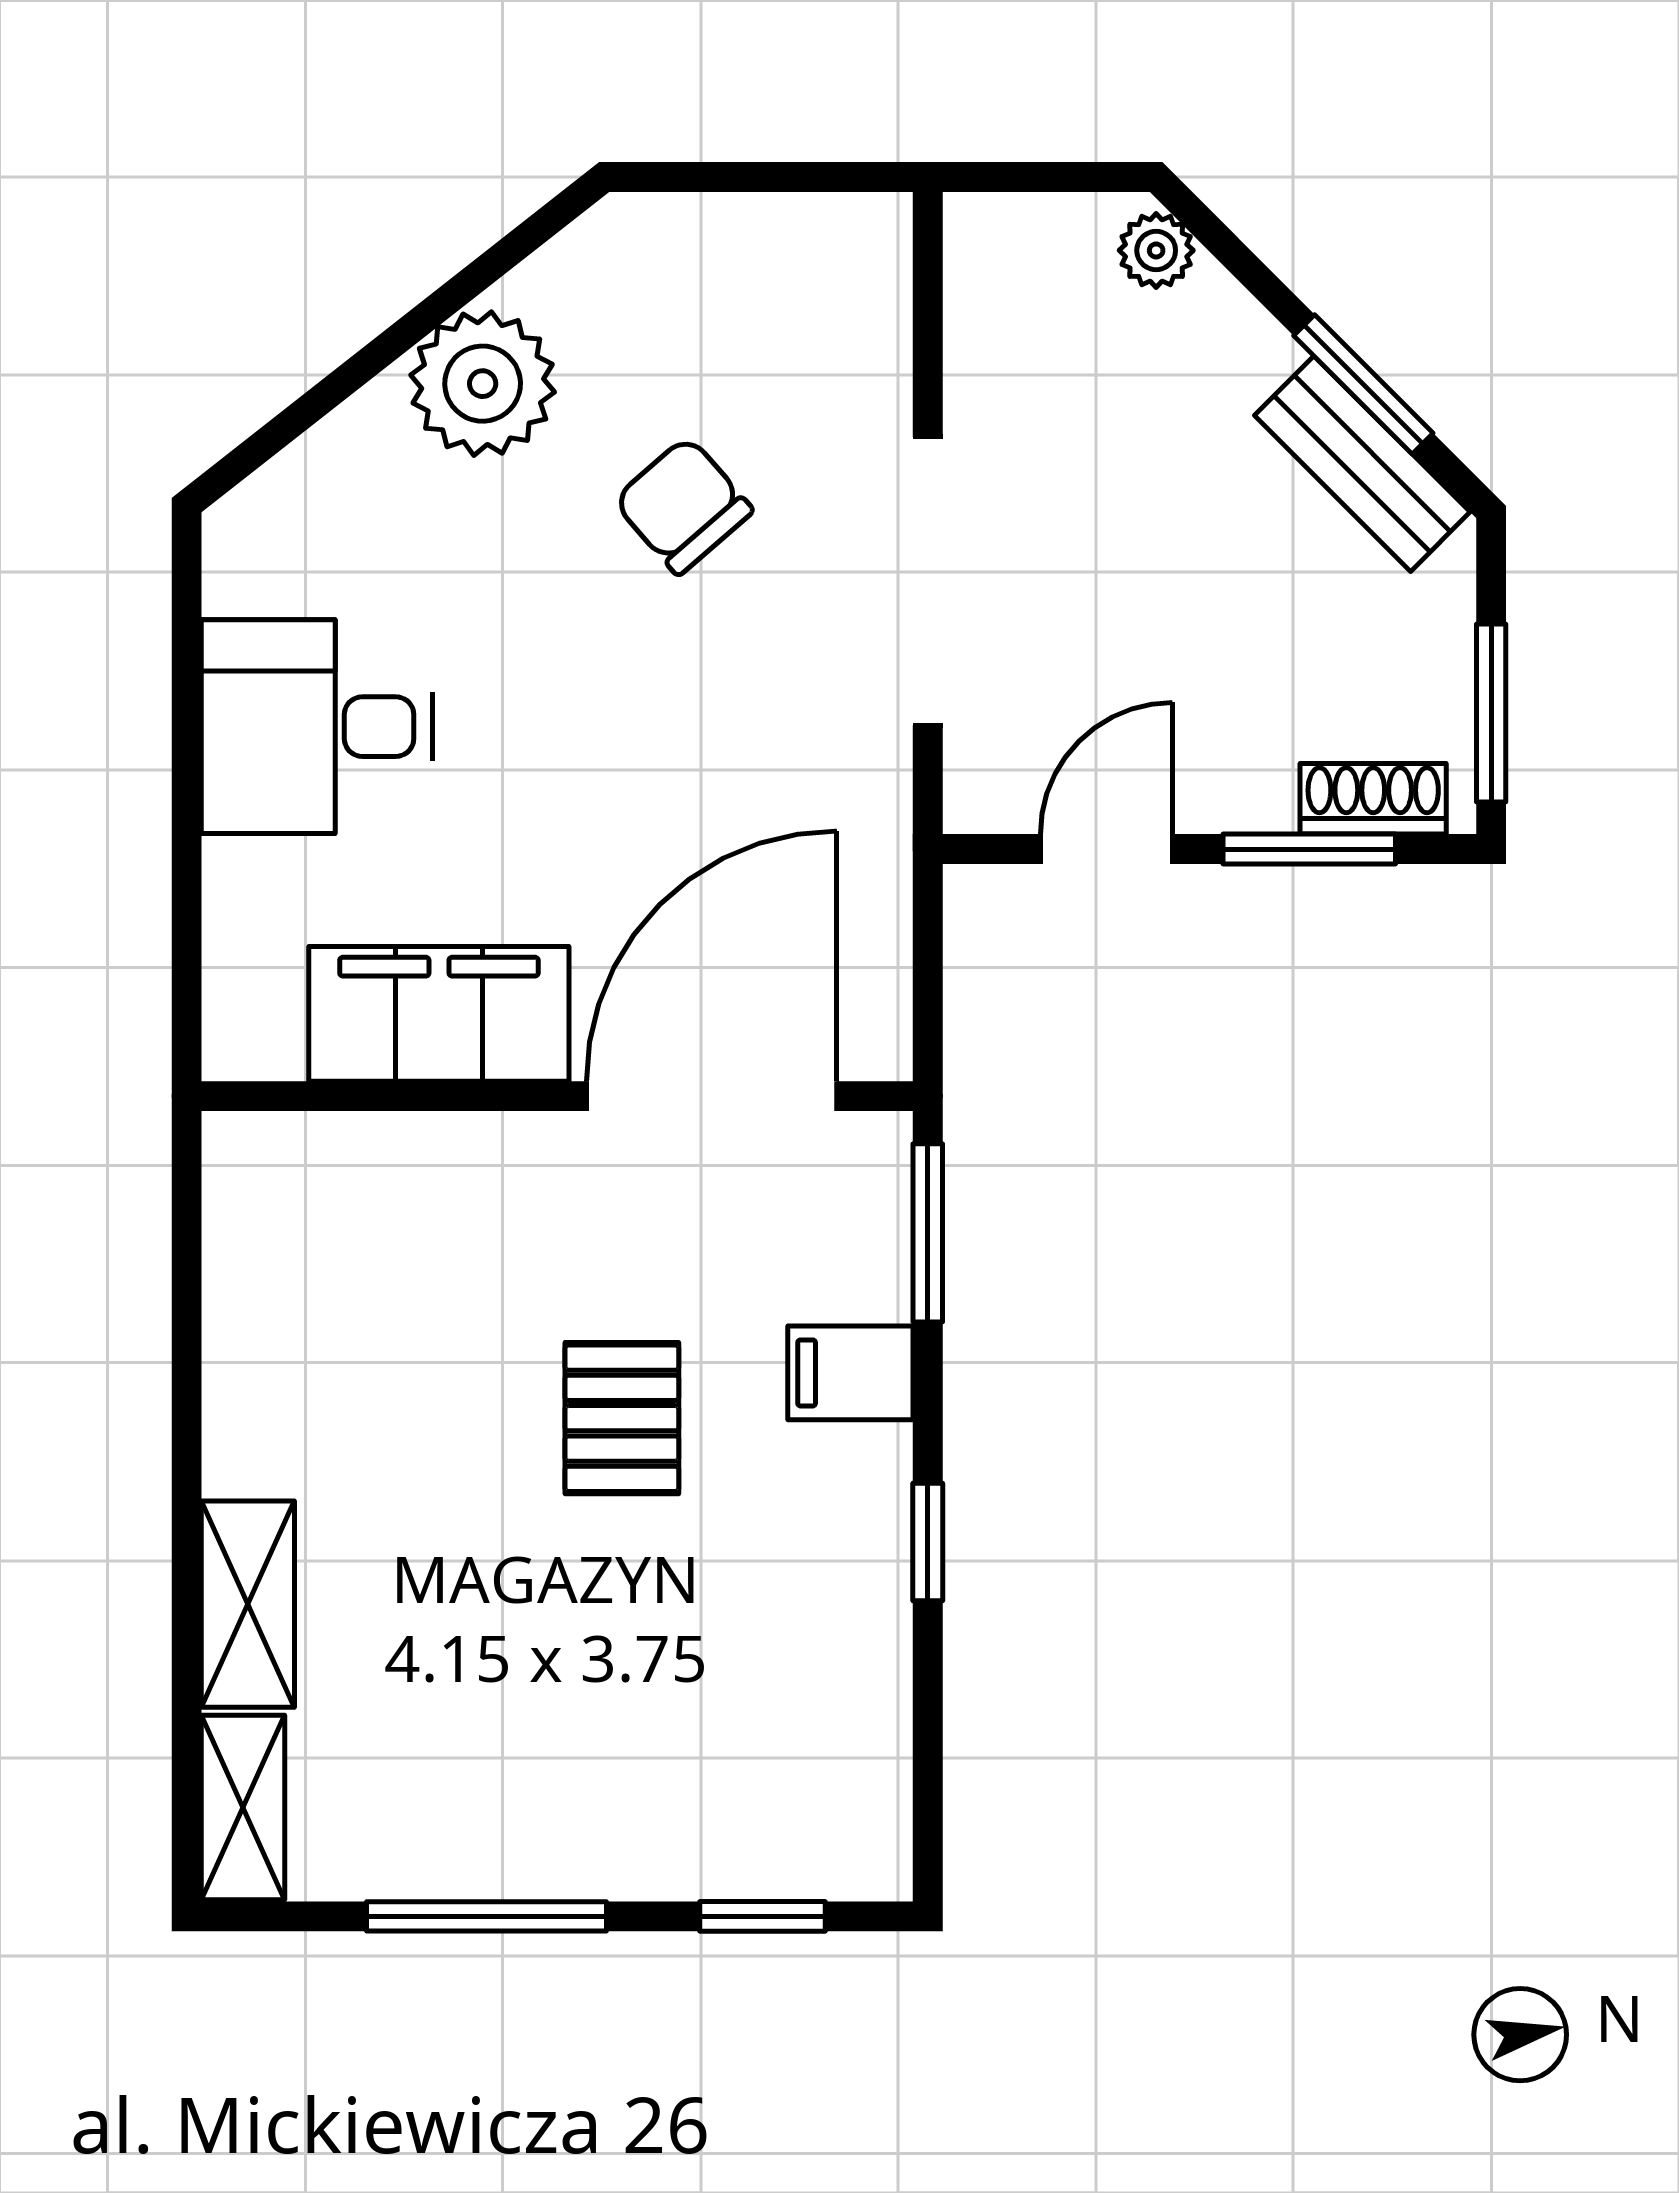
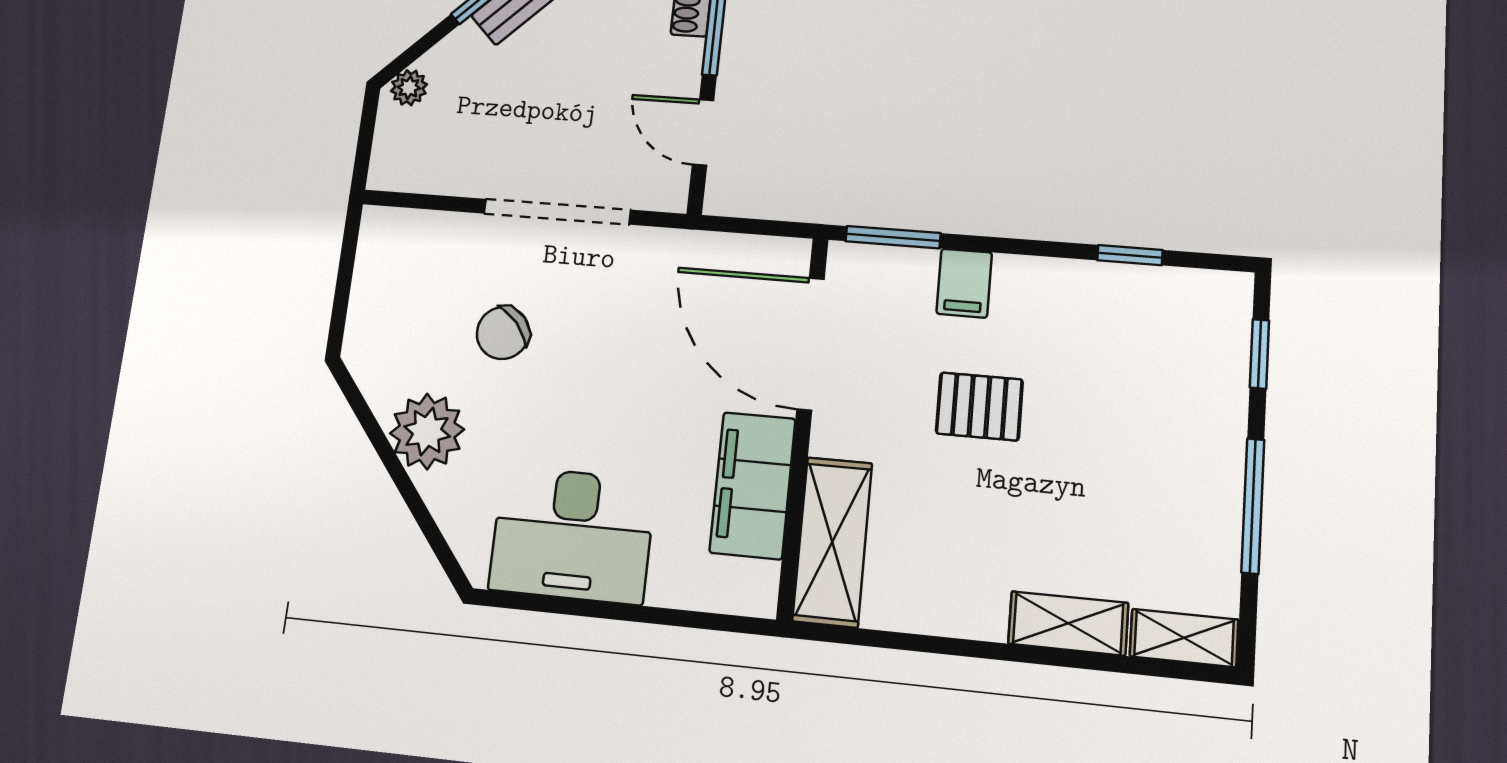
desk: (317, 727) -> (572, 535), width x1.37
shelving: (351, 1171) -> (832, 542), added
window: (928, 1542) -> (1130, 255), moved

